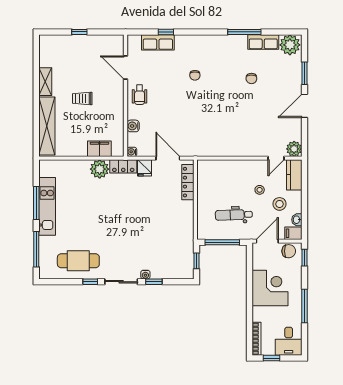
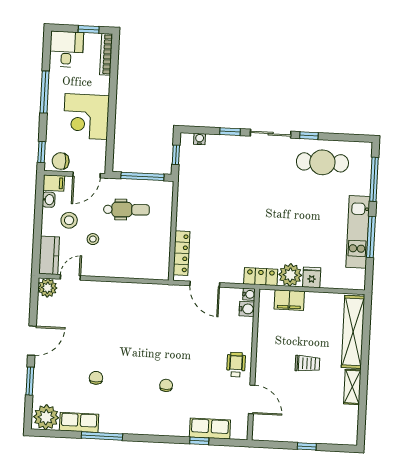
water cooler: (133, 126) -> (247, 309), moved
fridge: (144, 168) -> (312, 277), moved
water cooler: (145, 275) -> (200, 139), moved

